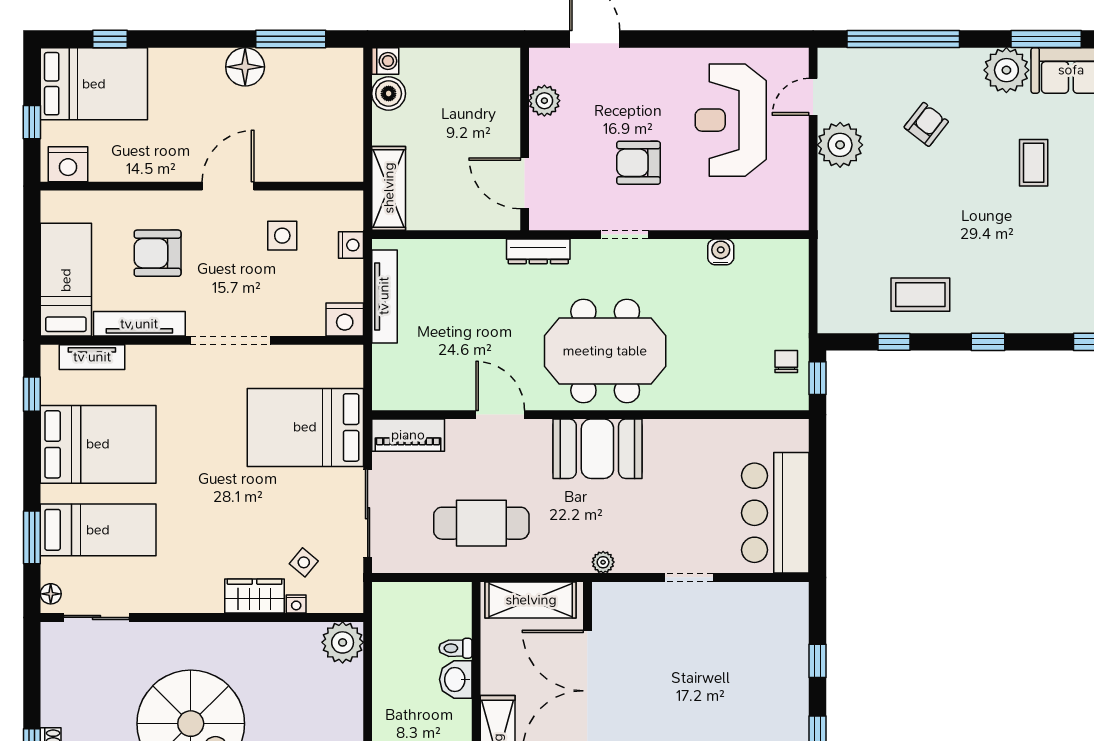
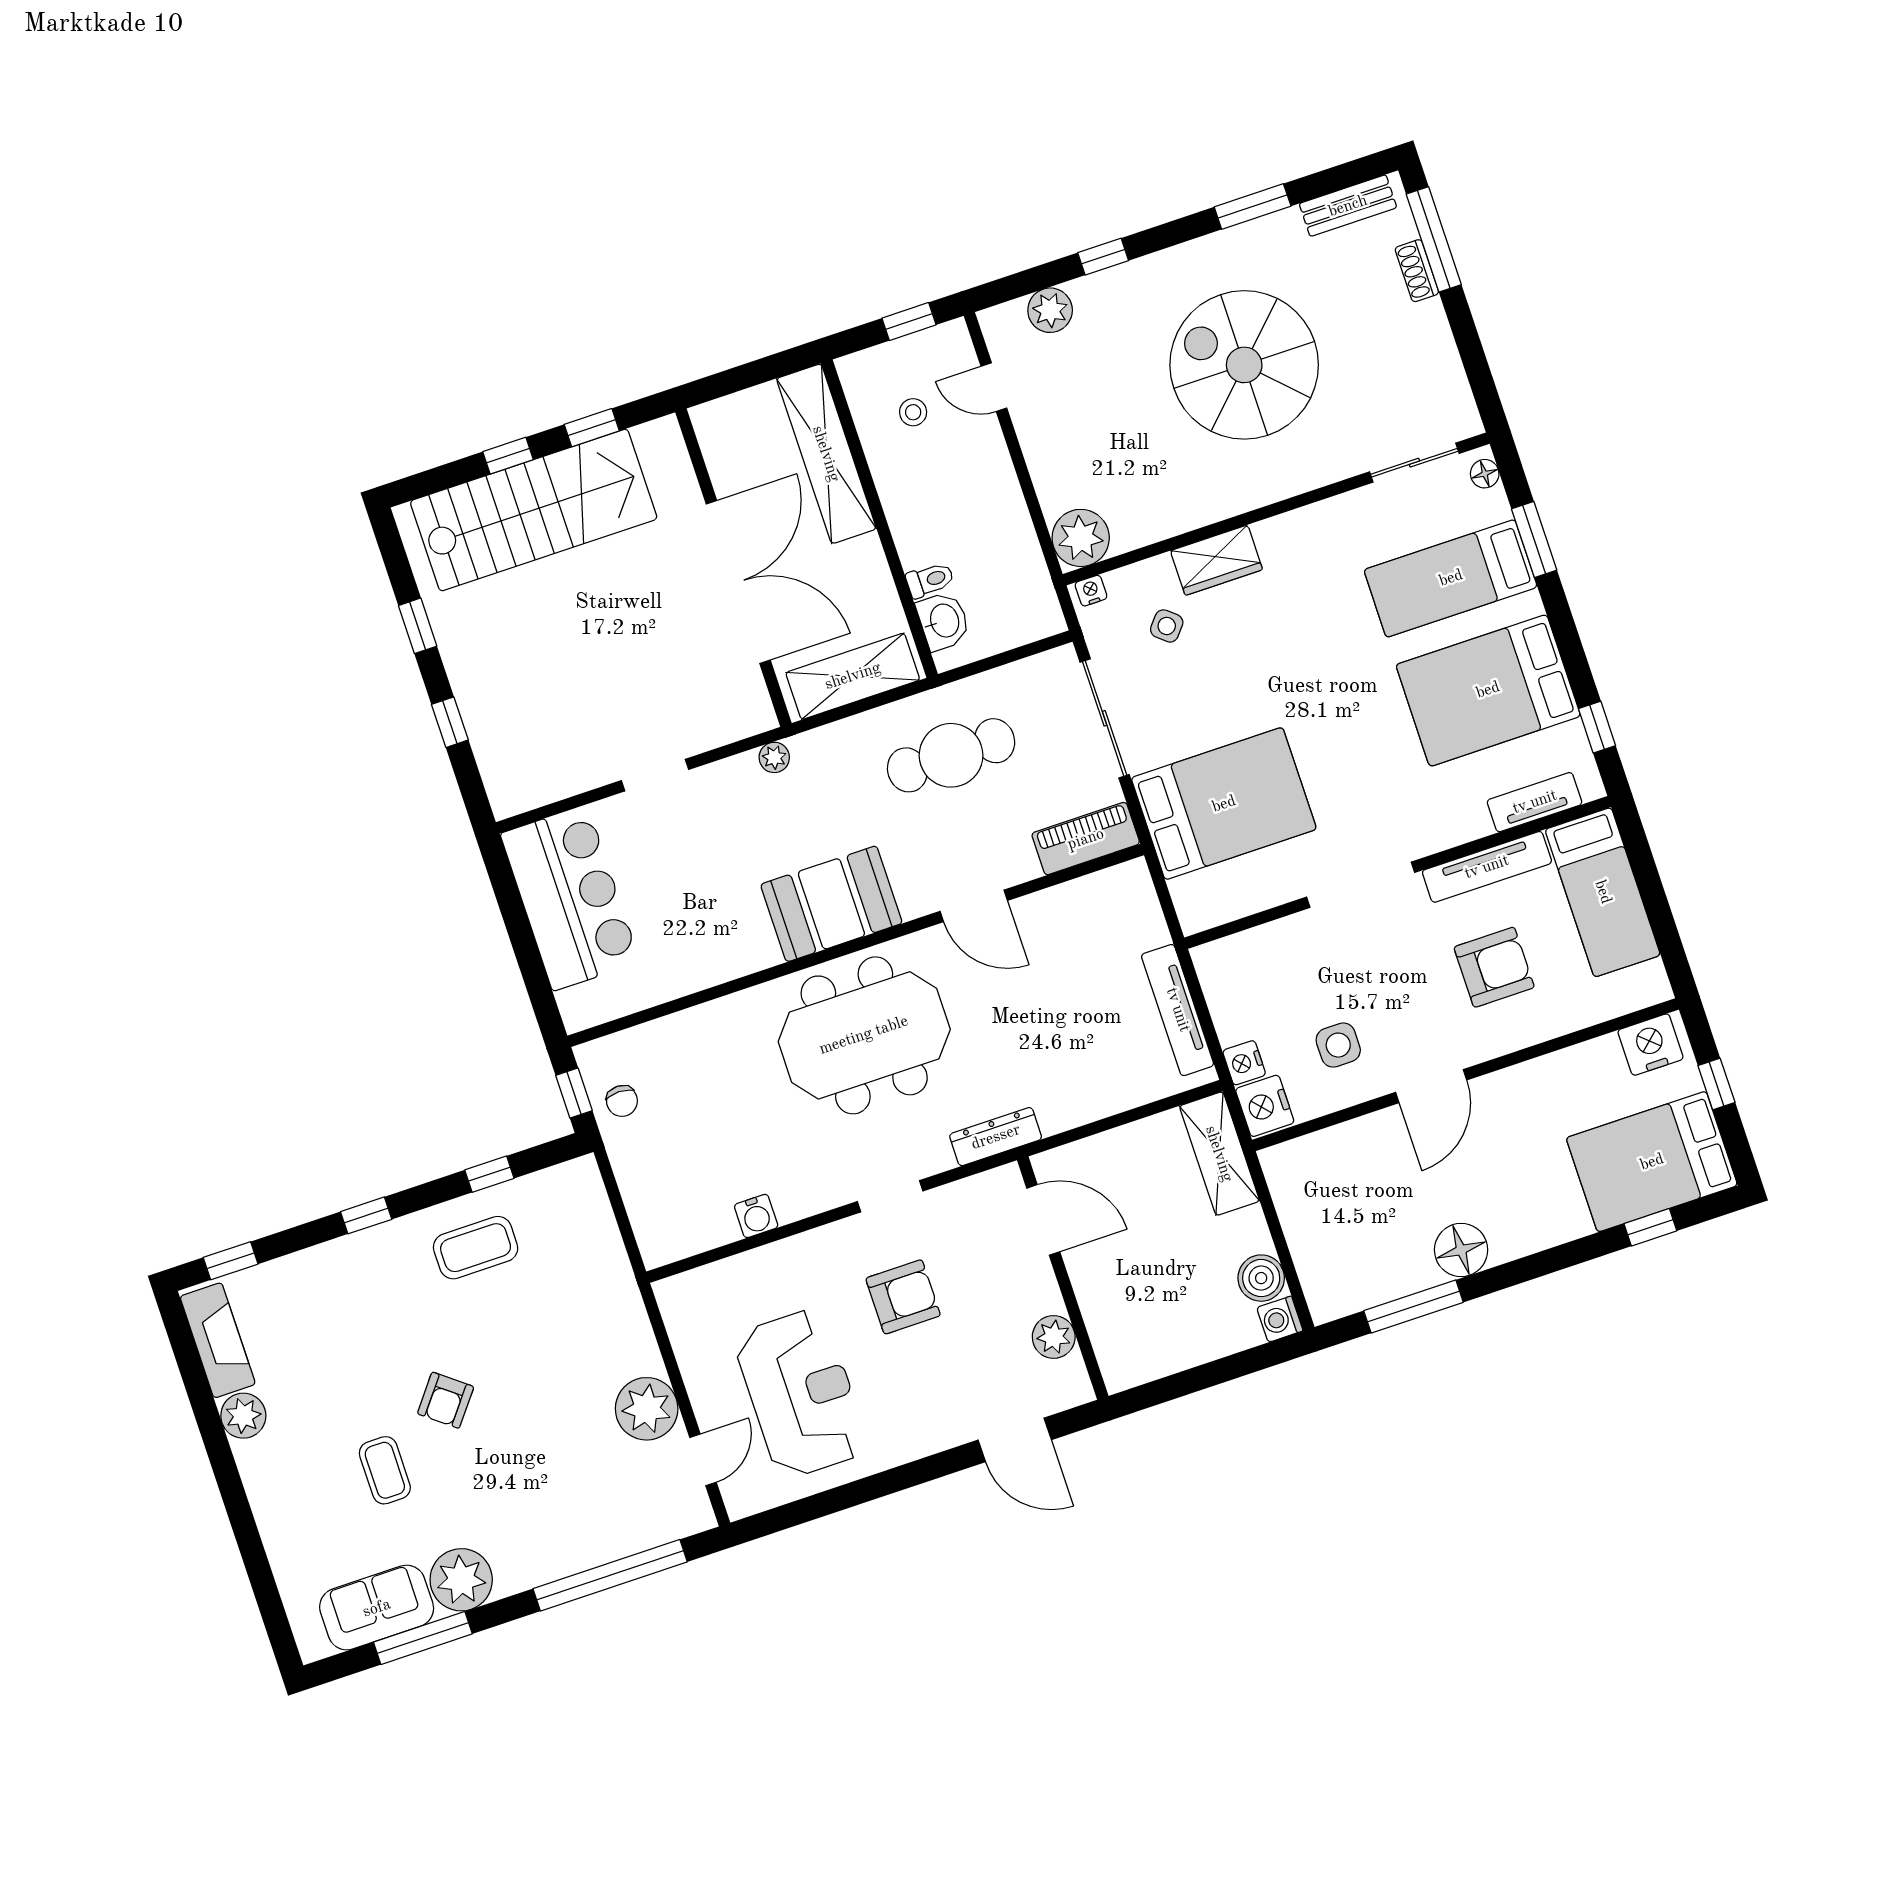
armchair: (926, 124) -> (446, 1400), moved
nightstand: (345, 319) -> (1265, 1106), moved, turned -90
nightstand: (296, 604) -> (1091, 591), moved
washbasin: (456, 679) -> (943, 621), moved

